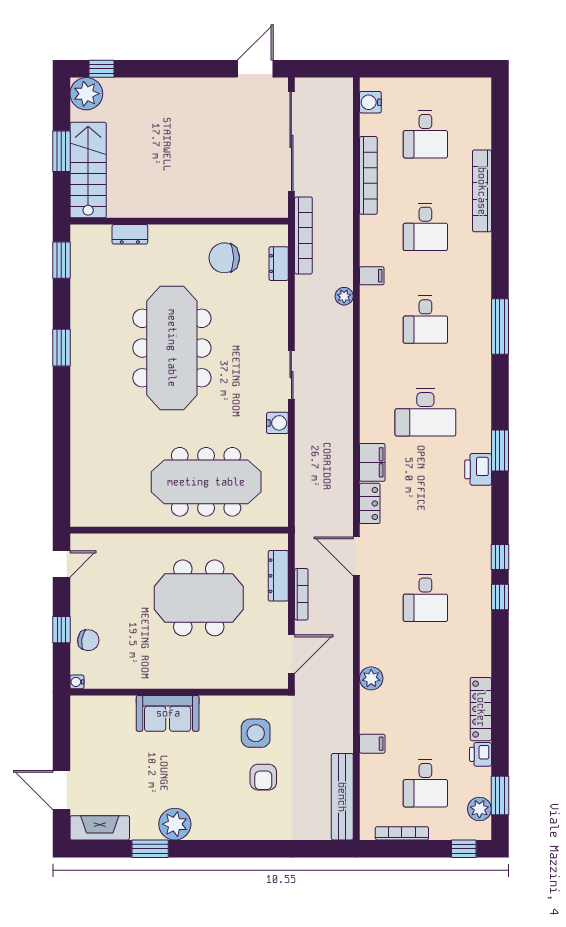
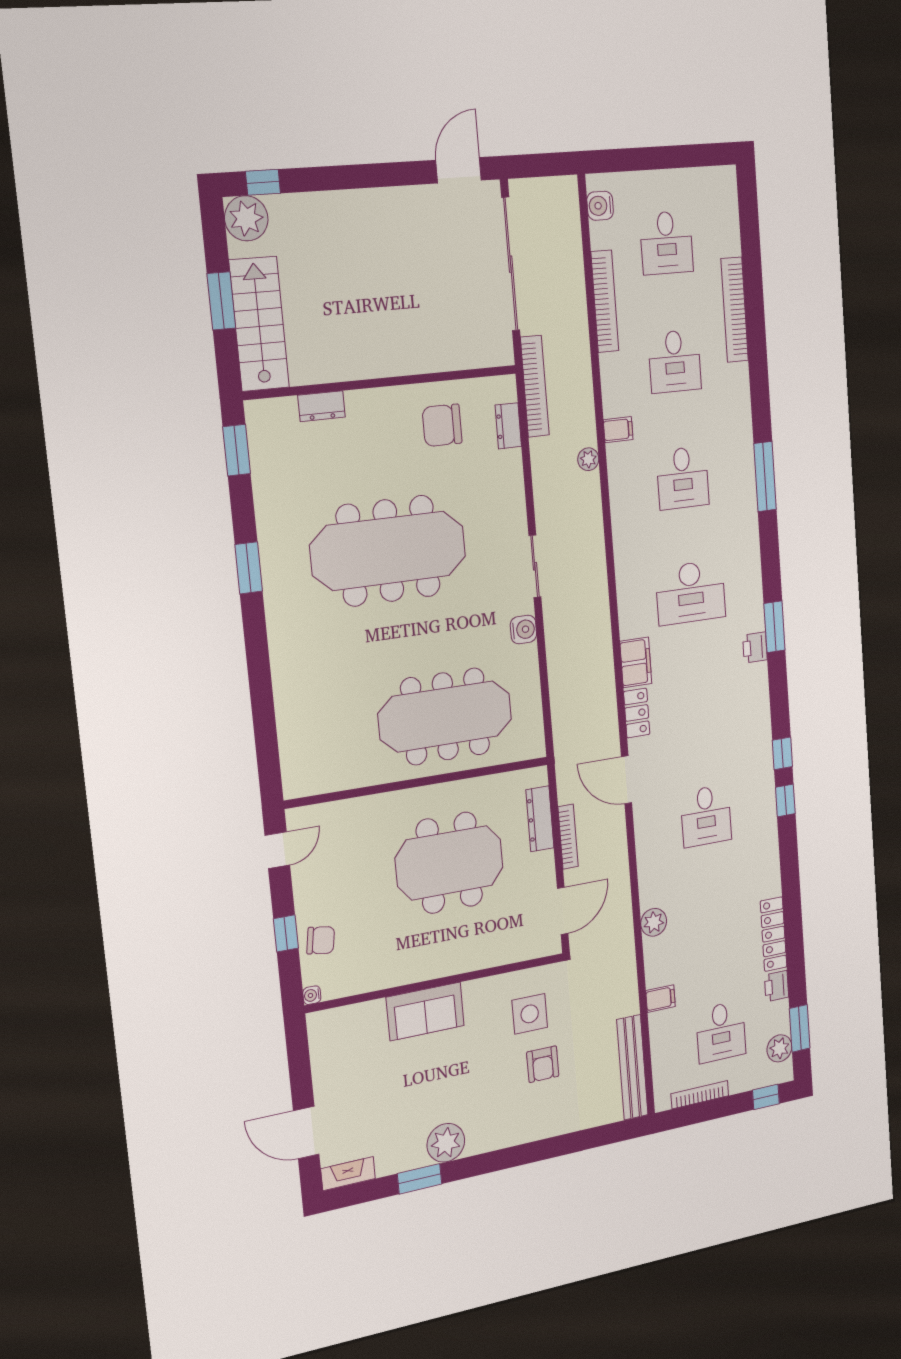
meeting table: (172, 348) -> (388, 551), turned 90
printer: (478, 469) -> (755, 648), width x0.73, depth x0.81
fireplace: (100, 828) -> (348, 1174), width x0.73, depth x0.76

